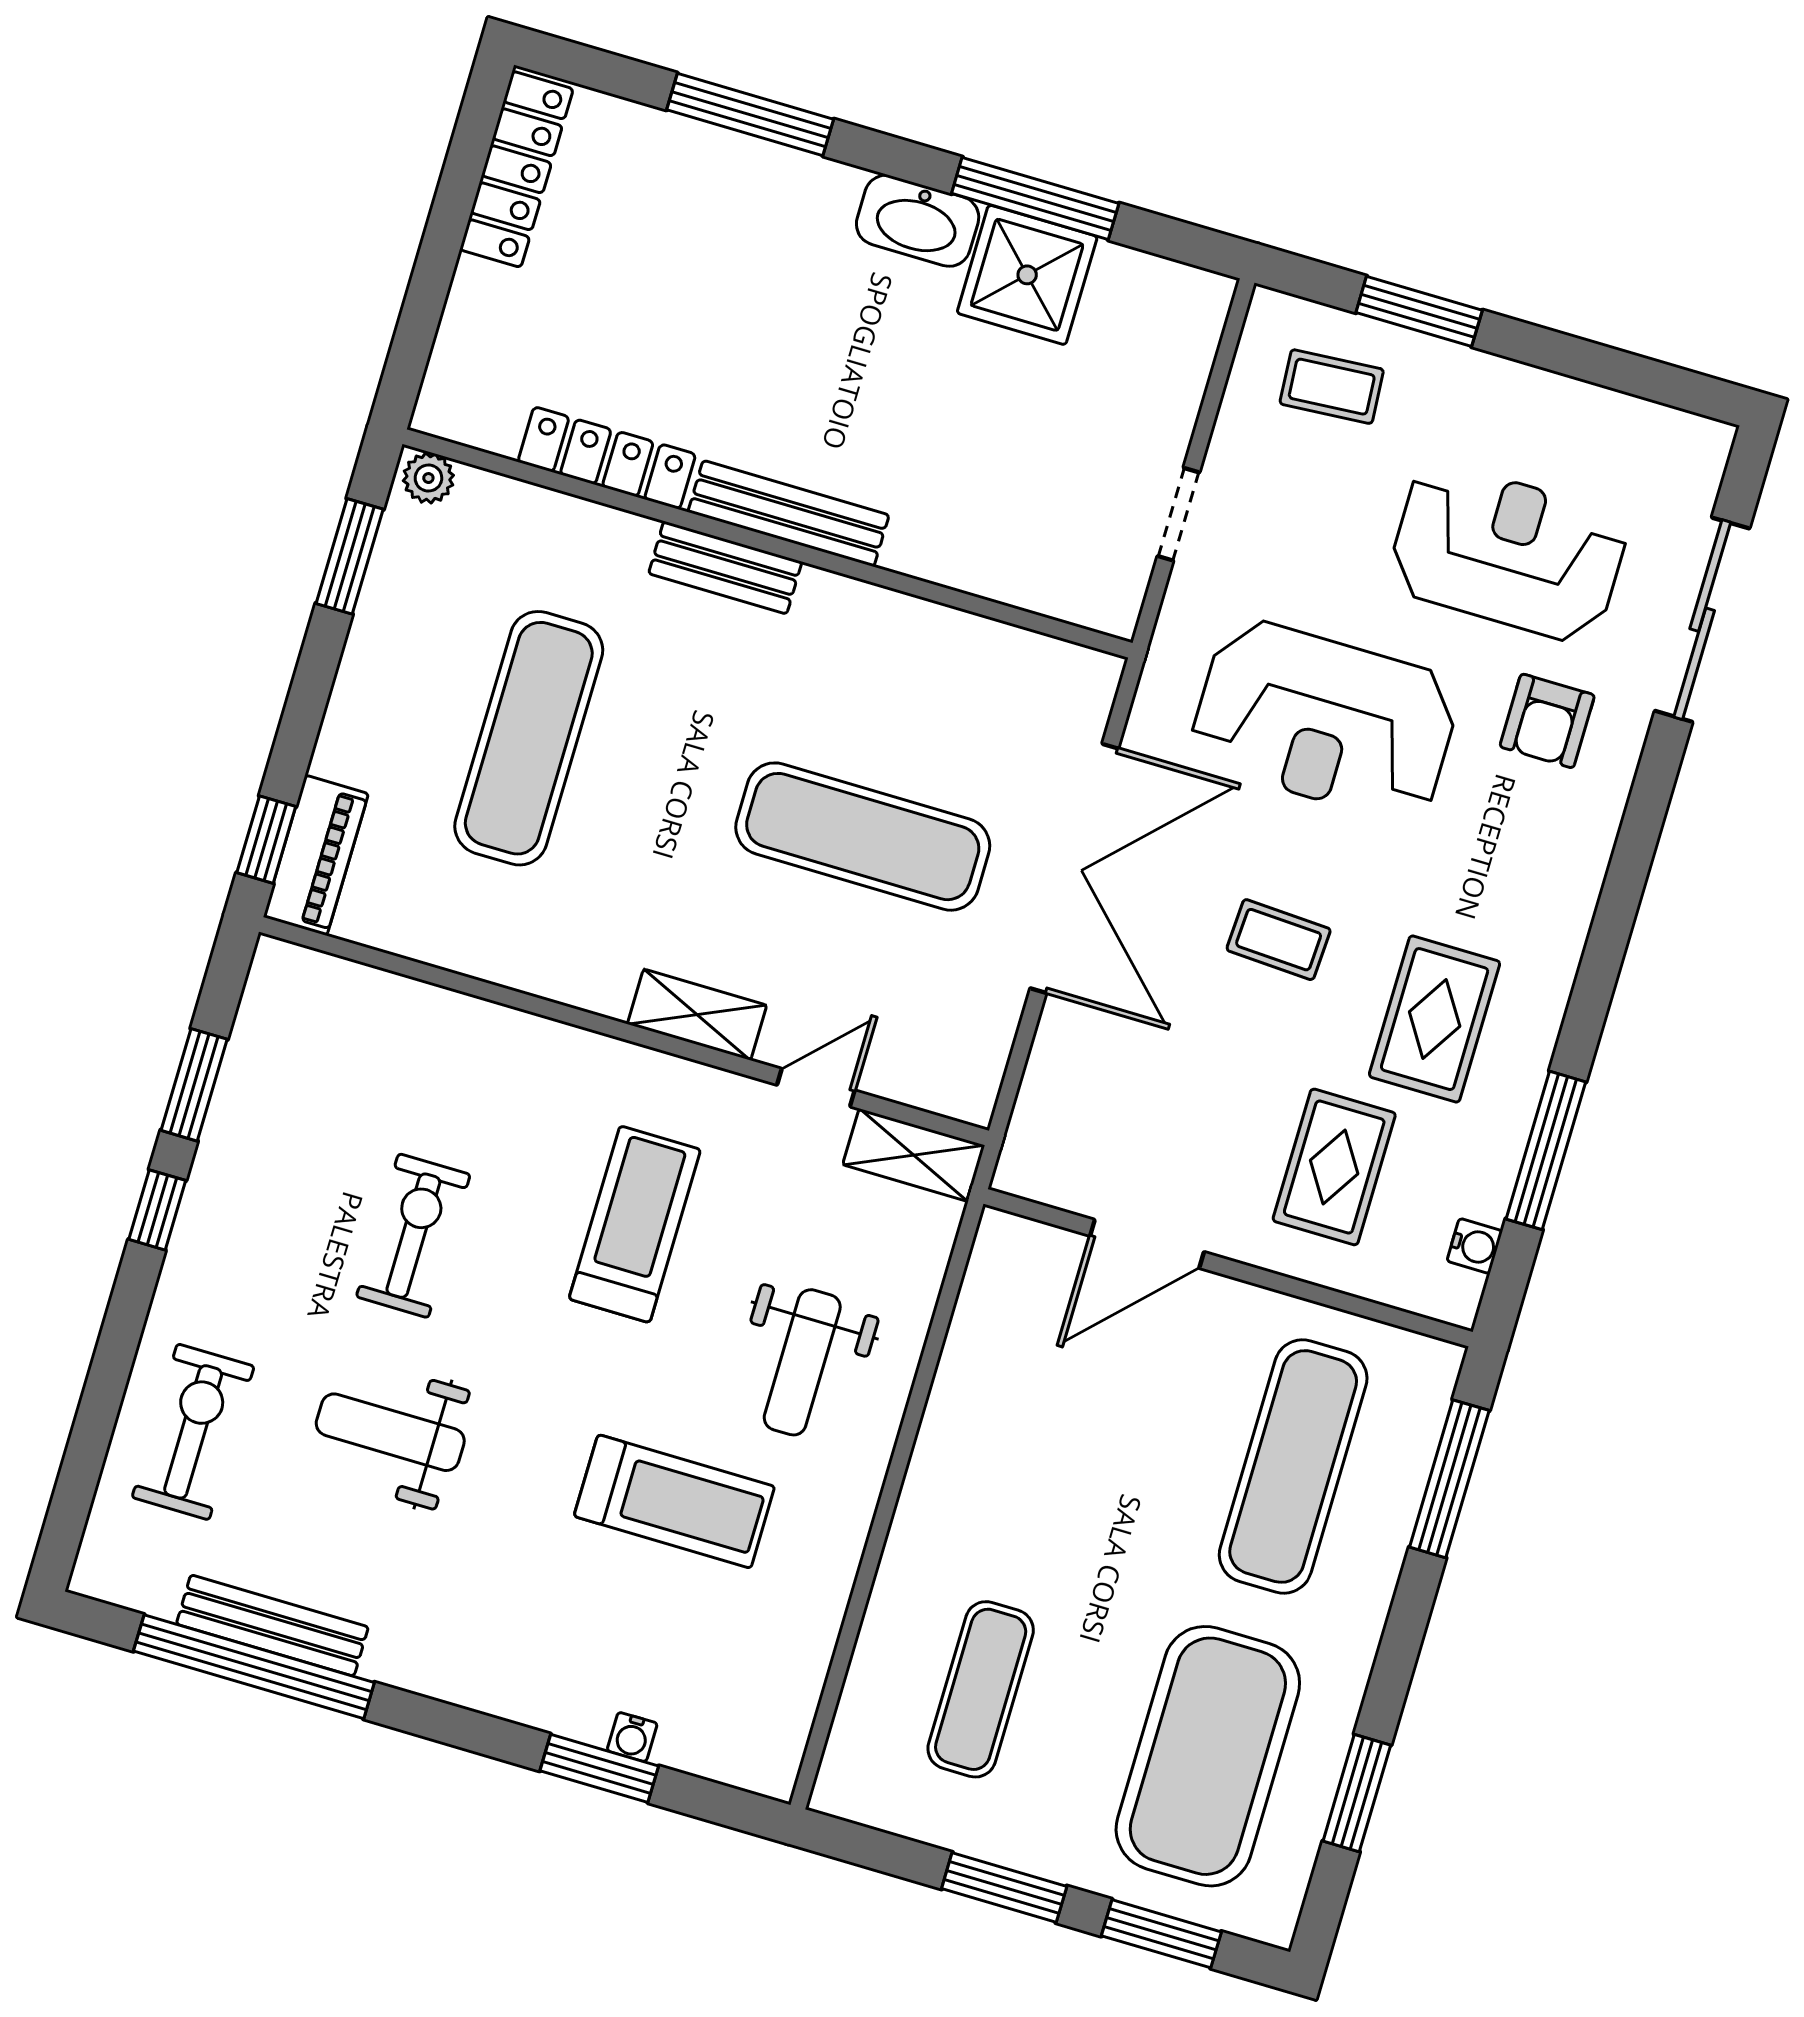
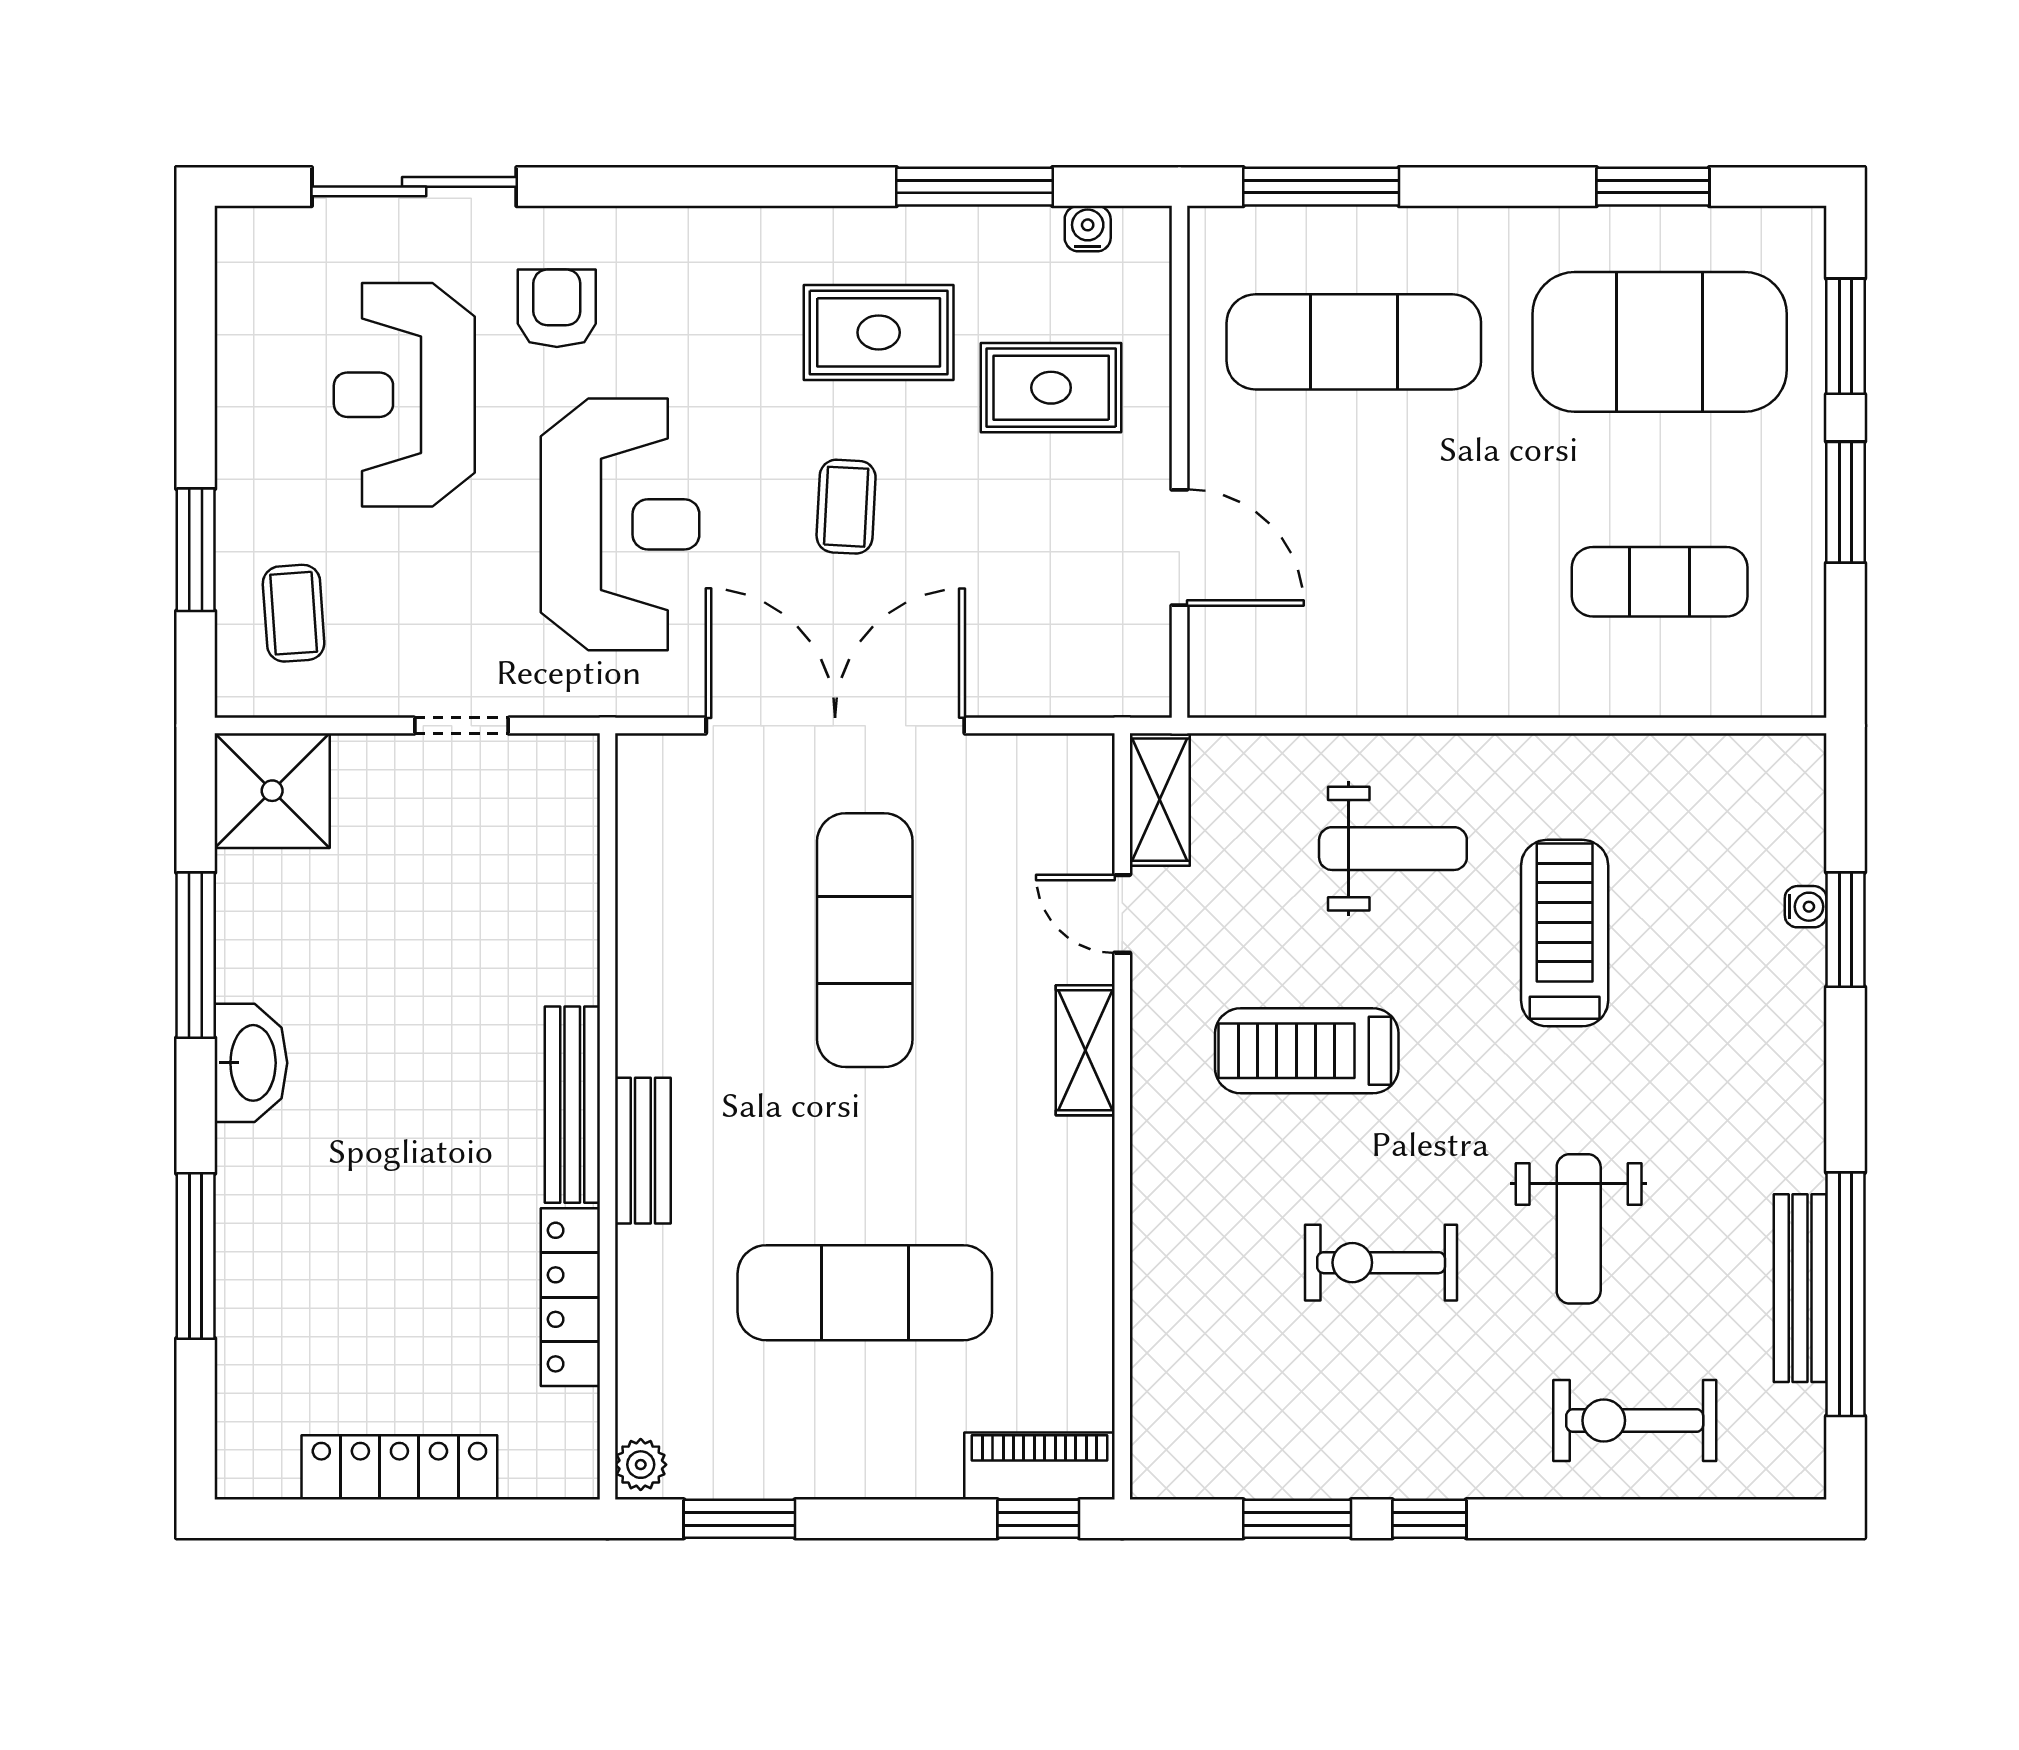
locker: (516, 169) -> (399, 1467), moved
shower: (1027, 275) -> (272, 791), moved
armchair: (1547, 721) -> (557, 308), turned -90

